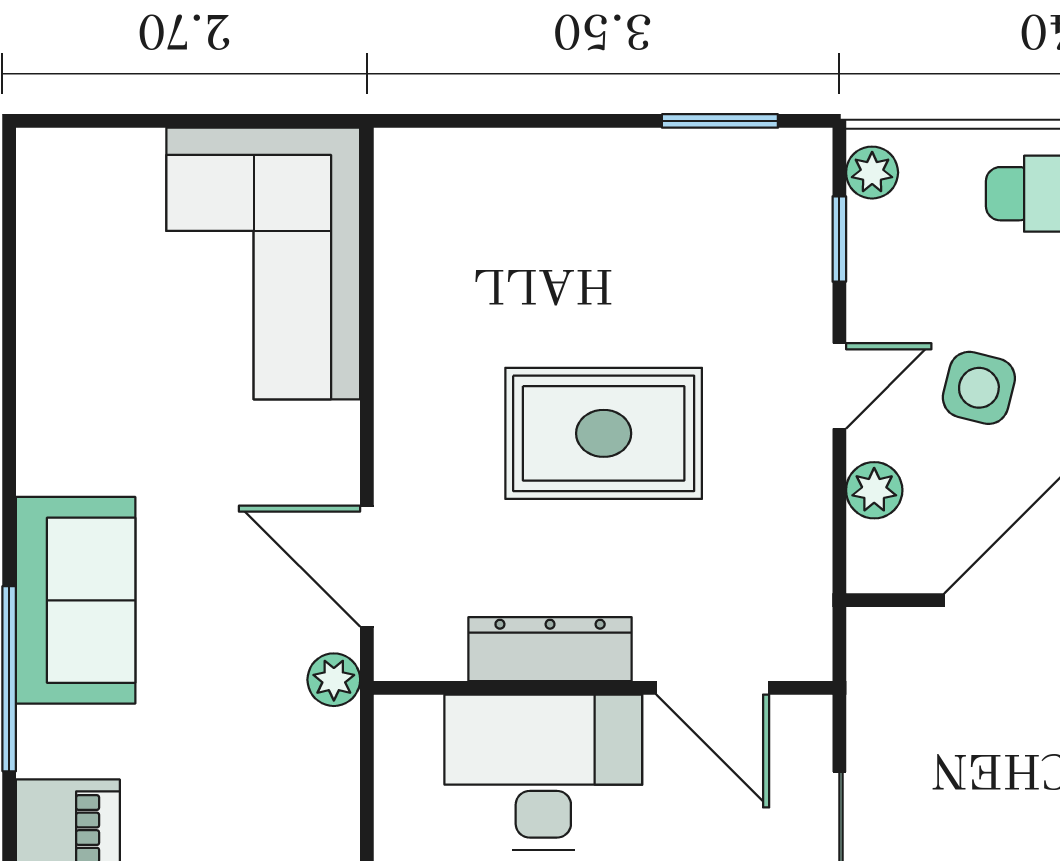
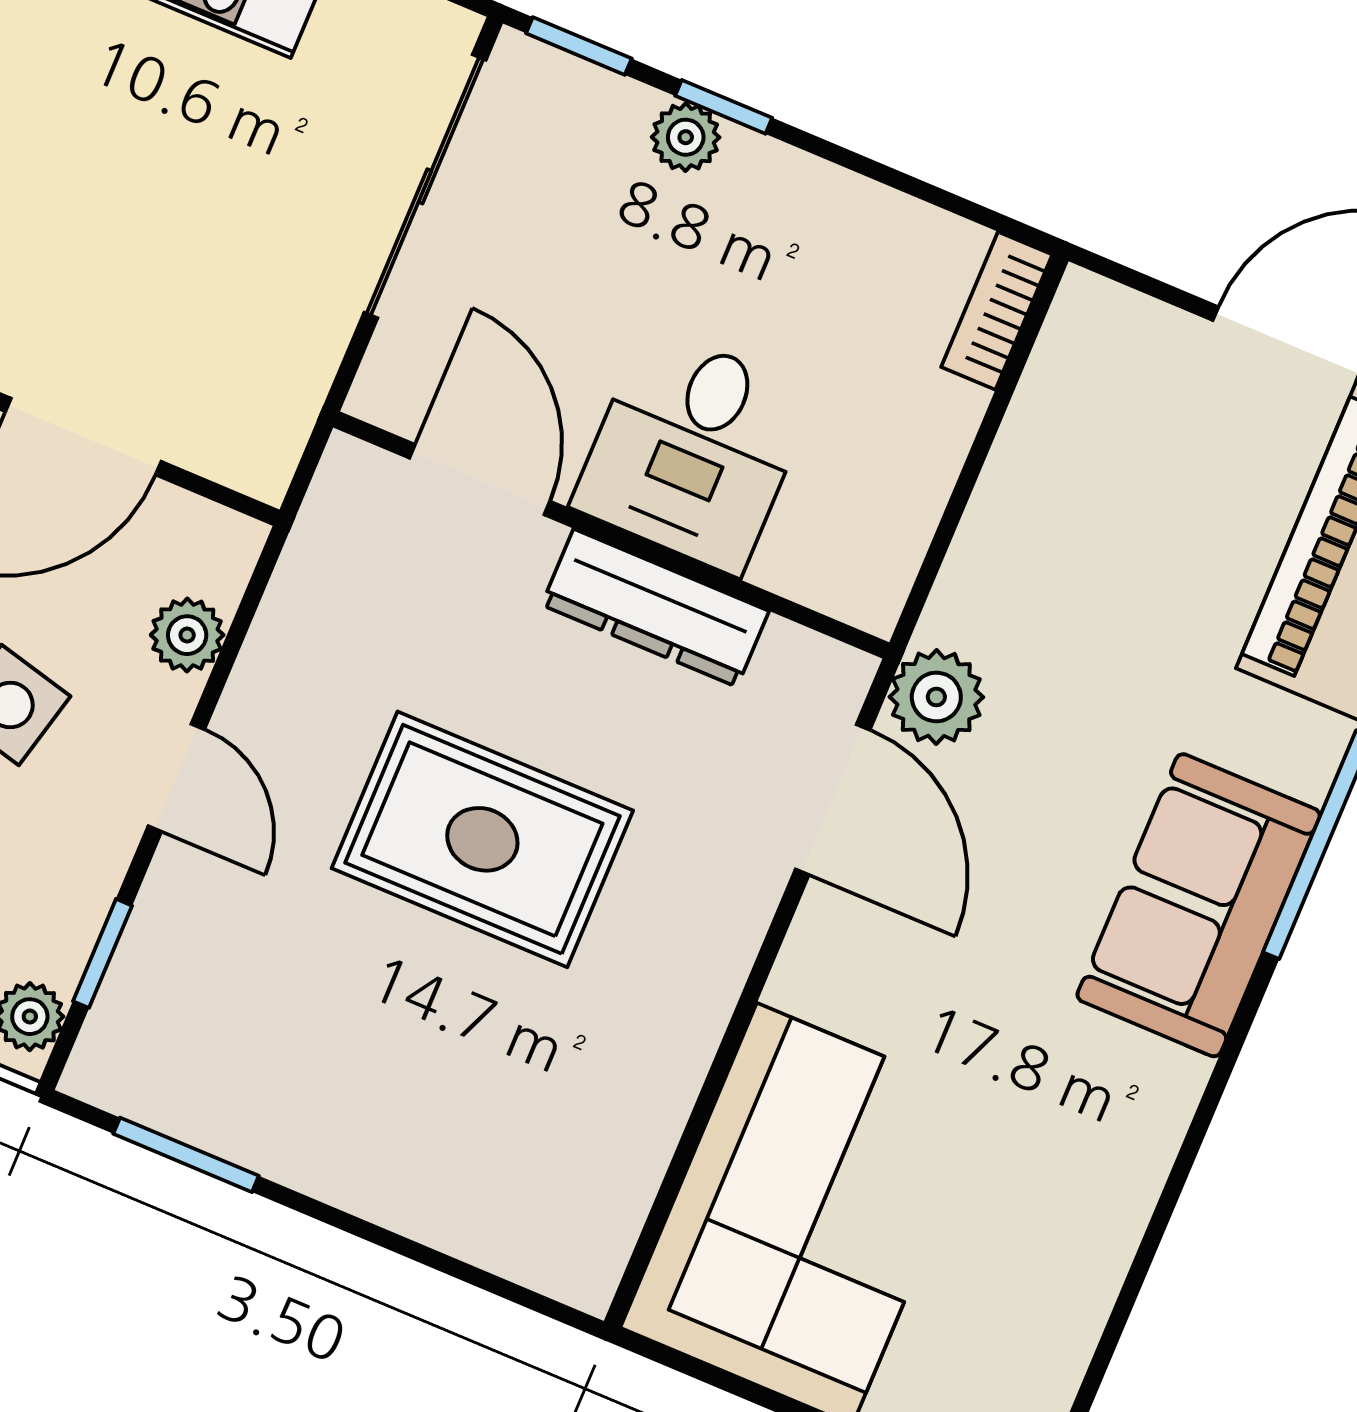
door: (839, 386) -> (176, 778), swing flipped
plant: (334, 680) -> (936, 697), width x1.38, depth x1.38
desk: (543, 772) -> (693, 450), width x0.73

